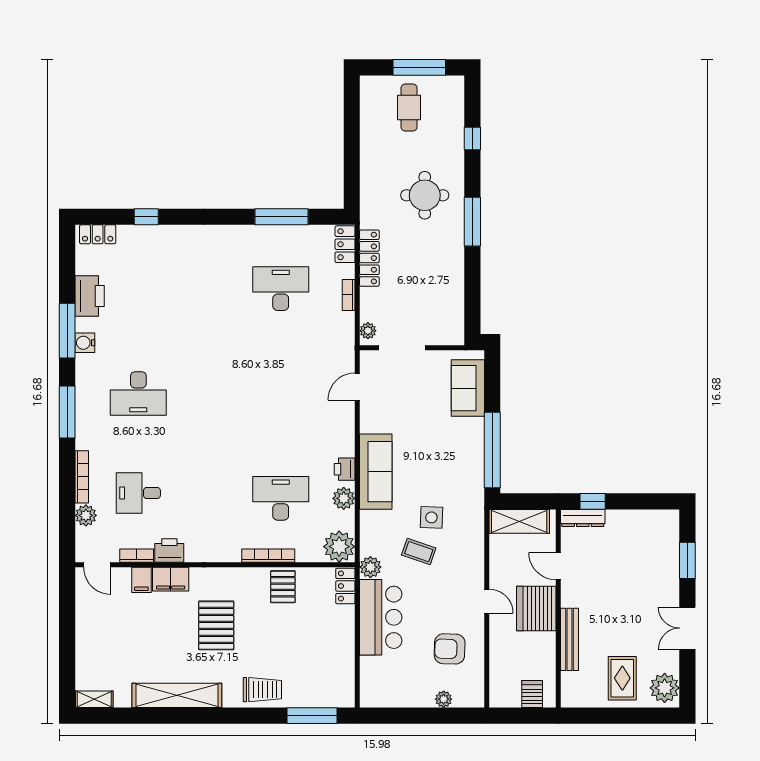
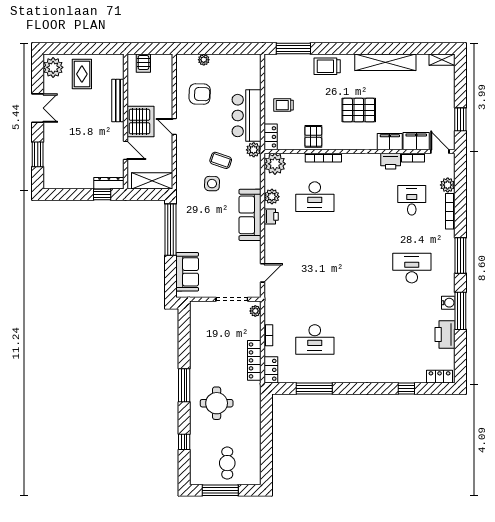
desk: (138, 493) -> (412, 200), turned -90
filing cabinet: (141, 580) -> (416, 141), width x2.00
window: (67, 612) -> (460, 119), added
pallet: (216, 625) -> (359, 110), turned 90
trolley: (326, 633) -> (284, 105), added

